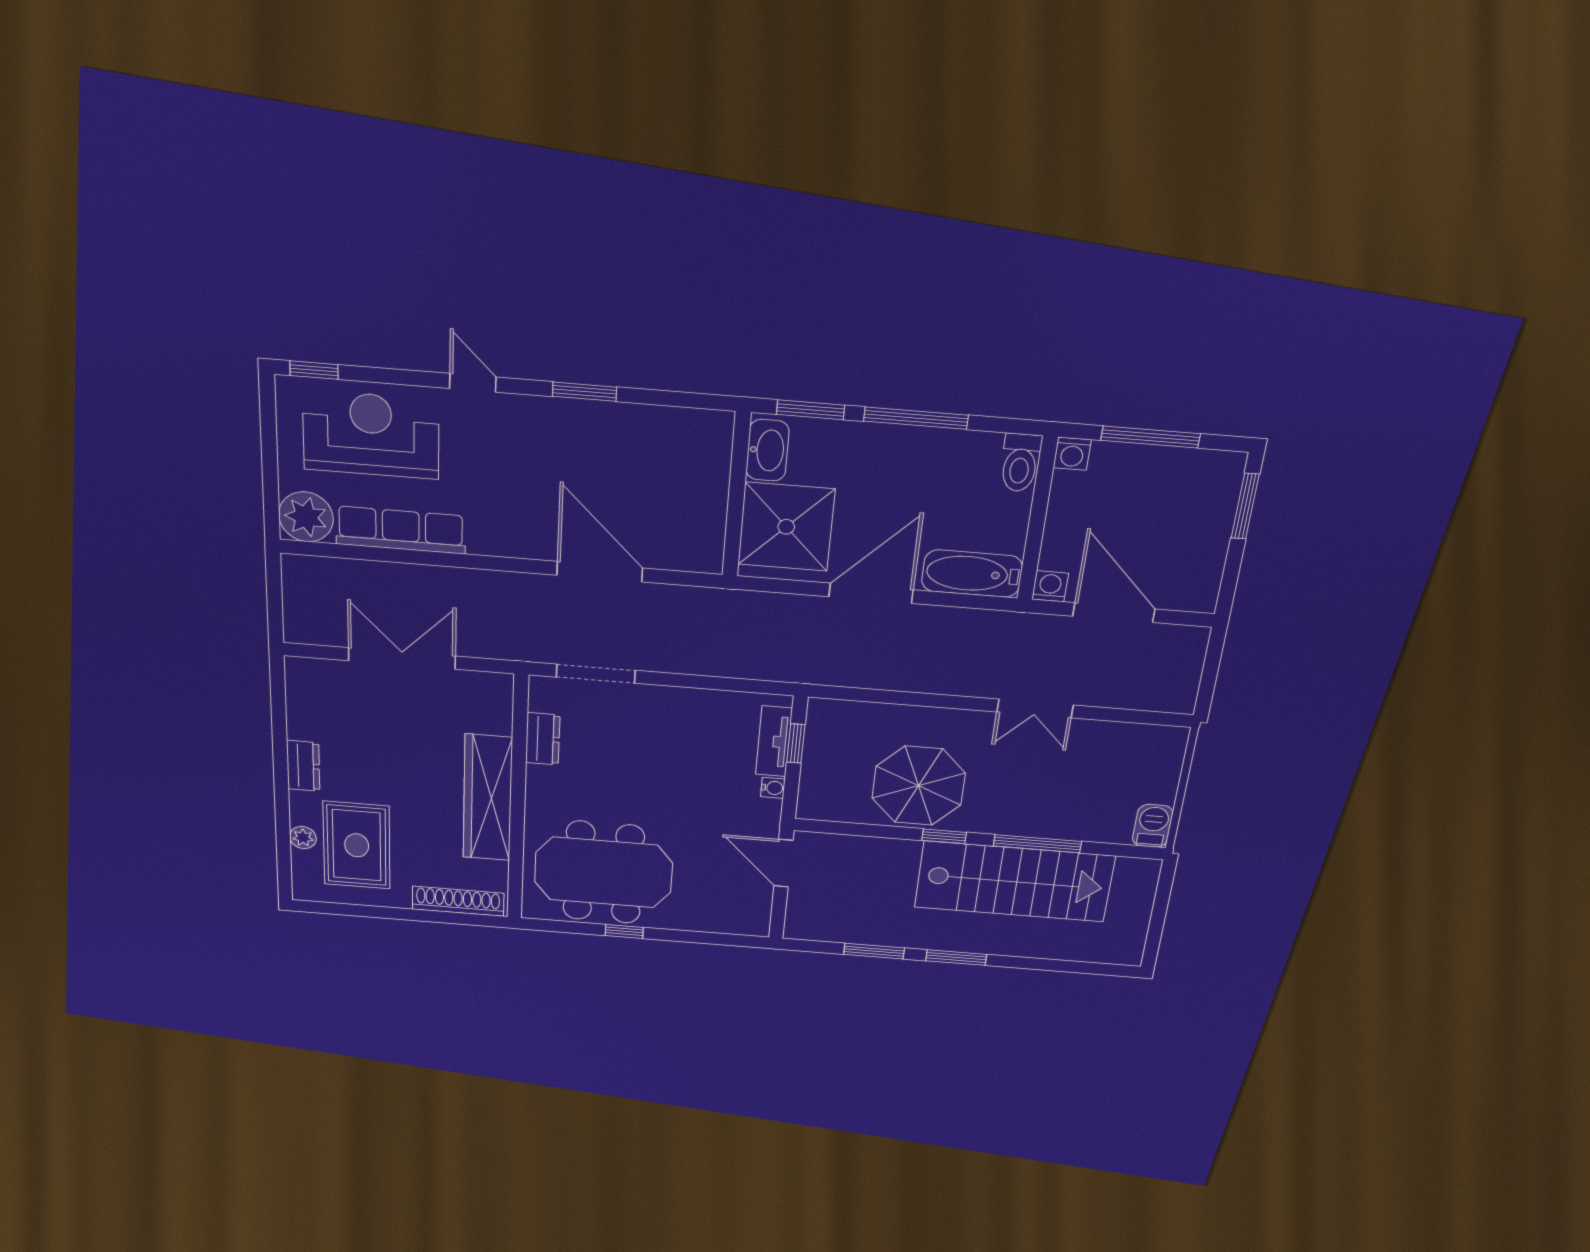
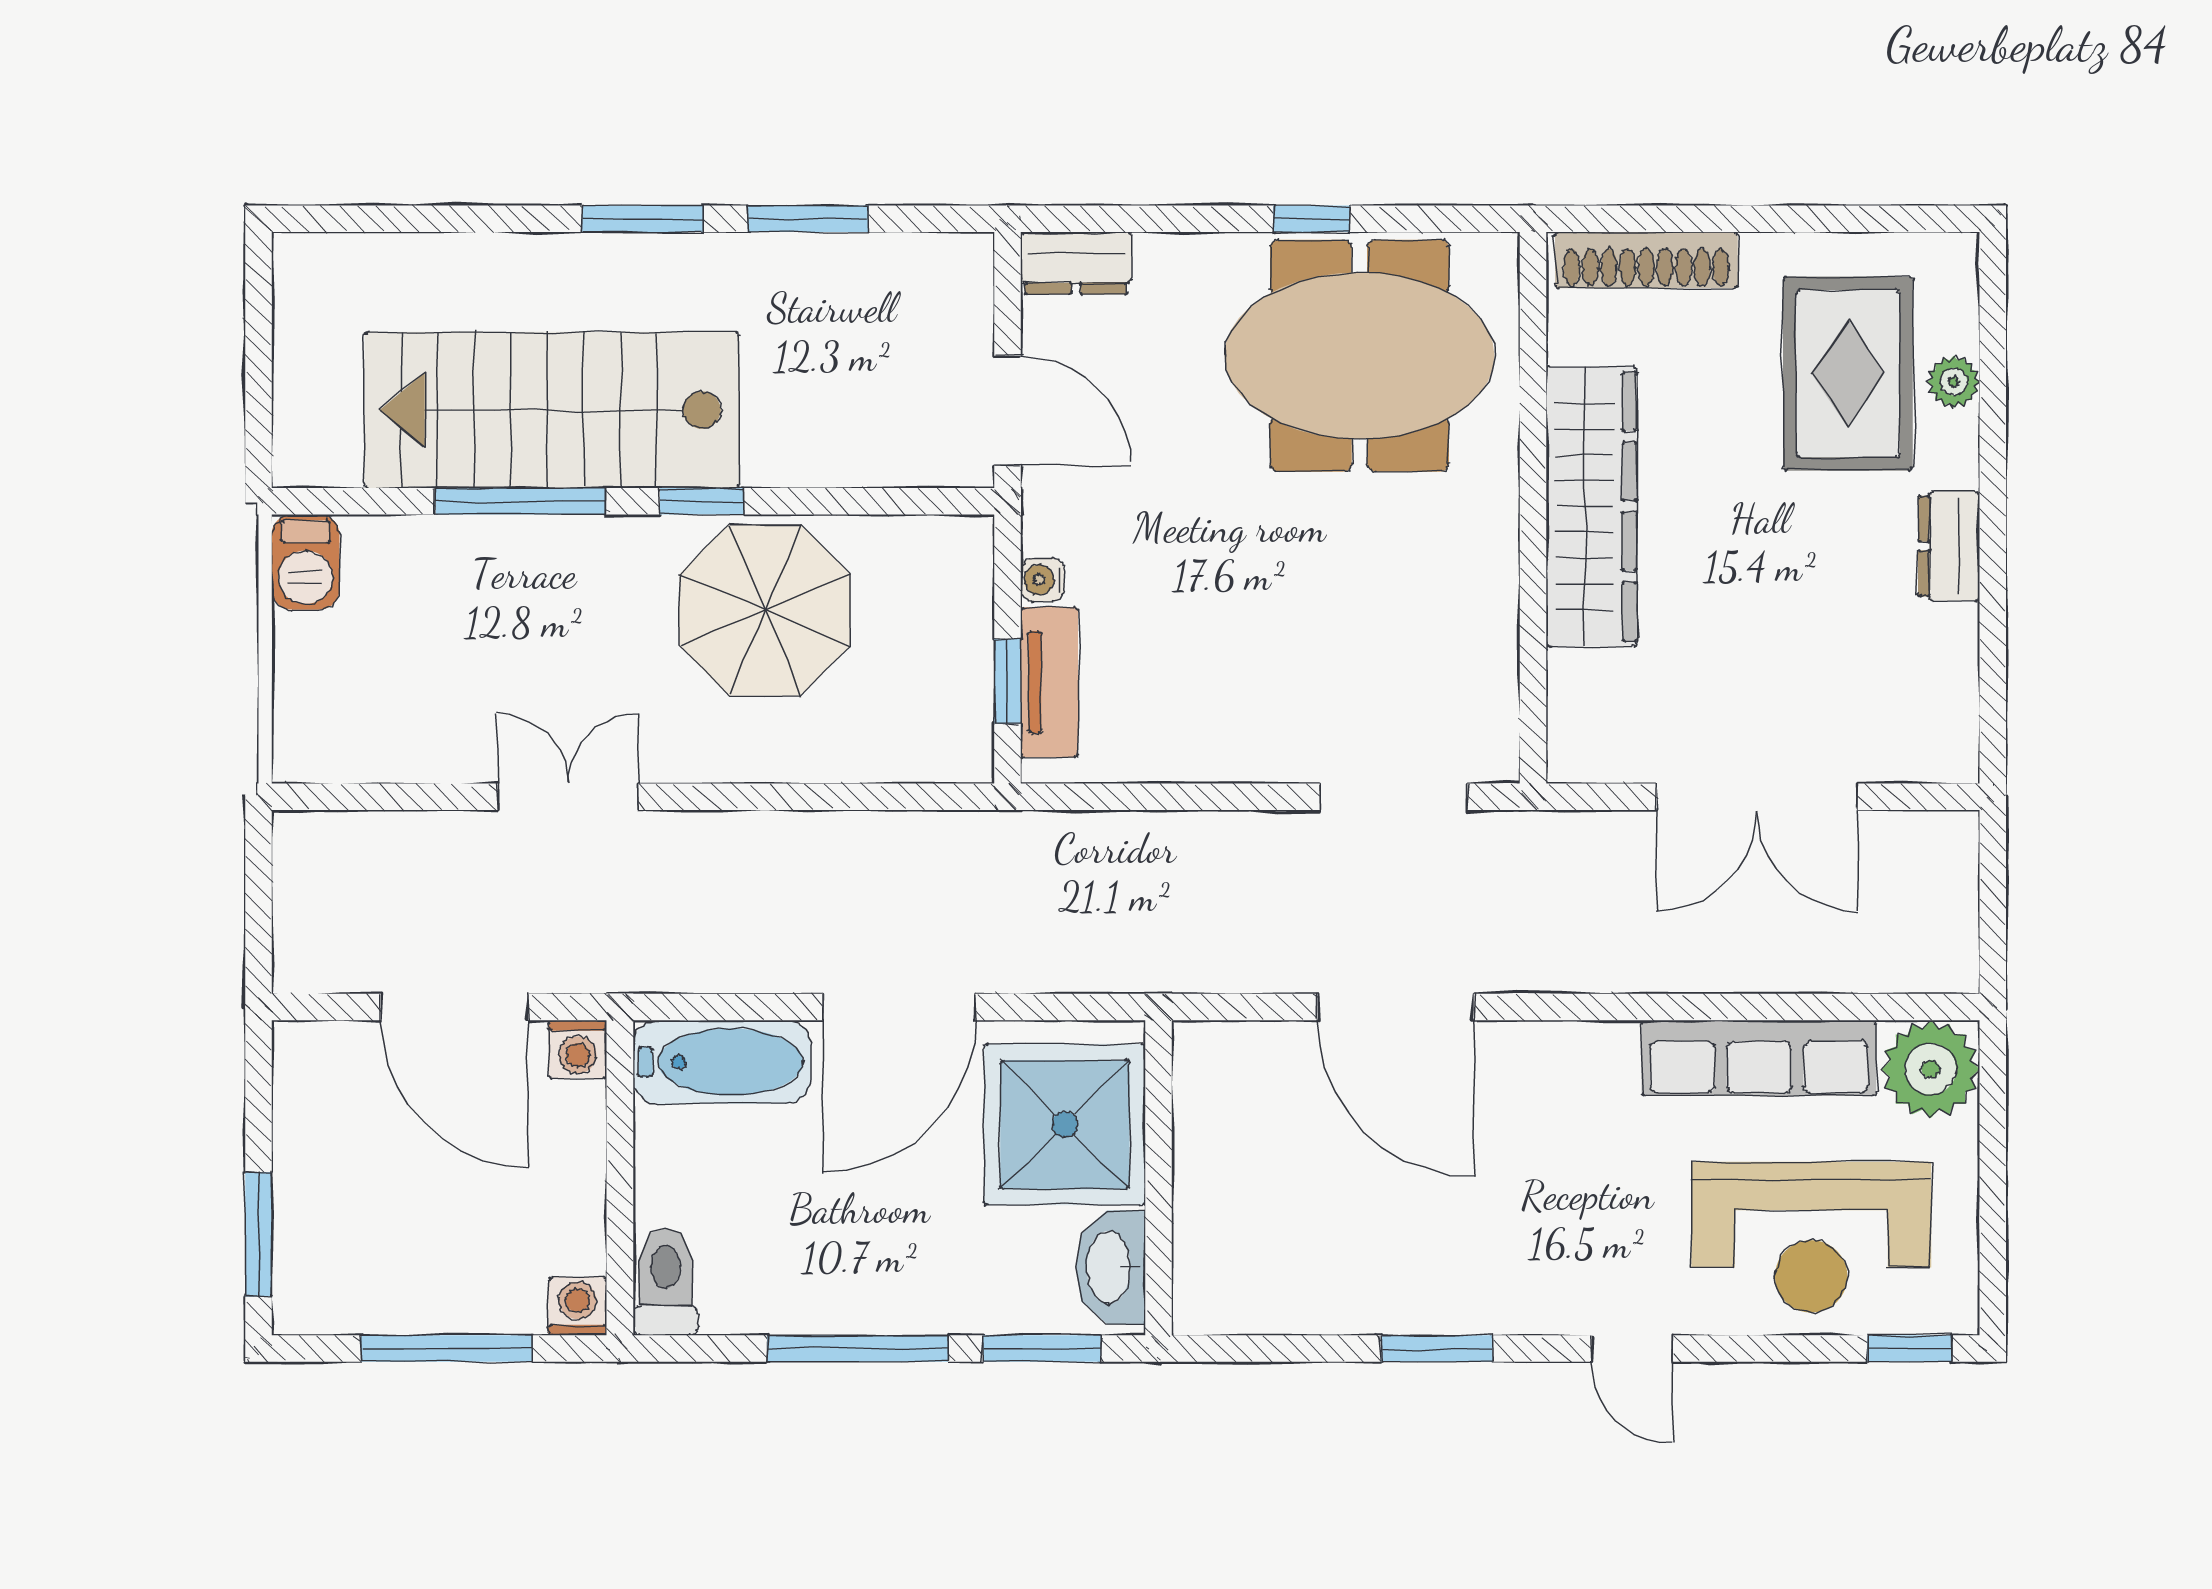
dresser: (543, 739) -> (1076, 263), moved, turned -90

